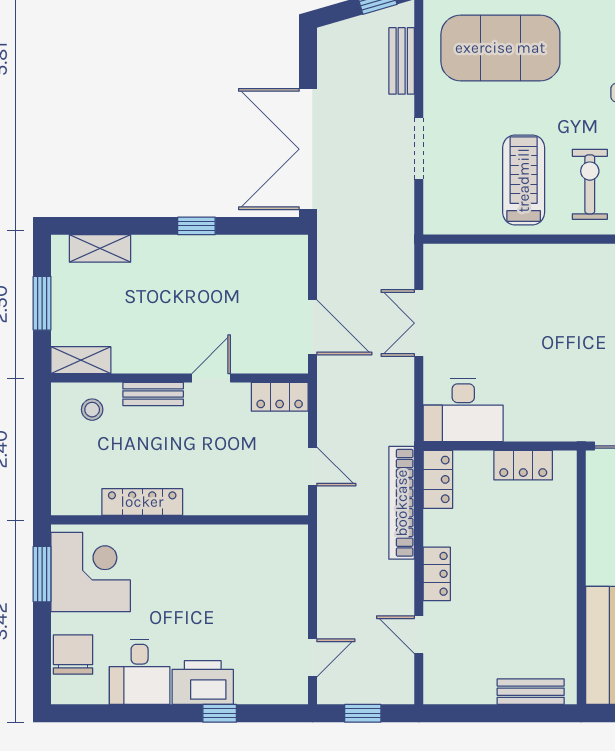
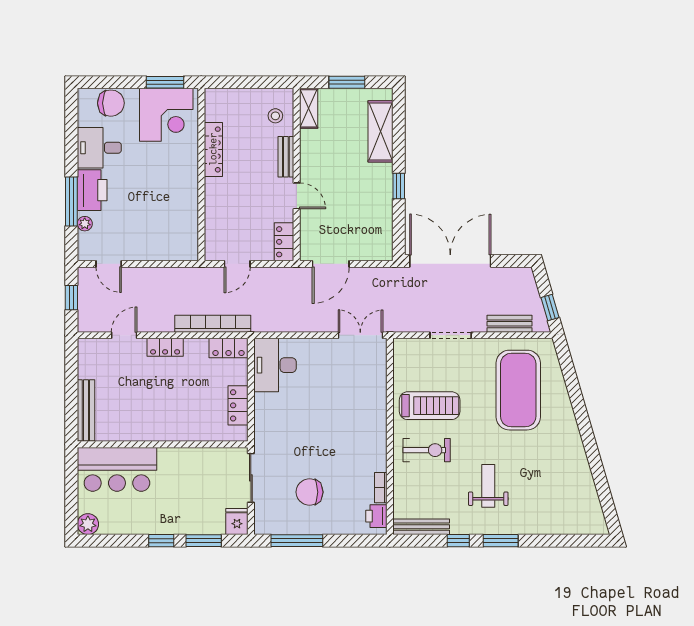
shelving: (100, 248) -> (381, 131), width x1.50, depth x1.33
double door: (419, 323) -> (360, 335), moved
bench: (531, 692) -> (86, 410), width x1.36
plant: (253, 693) -> (85, 224), added
window: (220, 713) -> (71, 202), width x2.17

